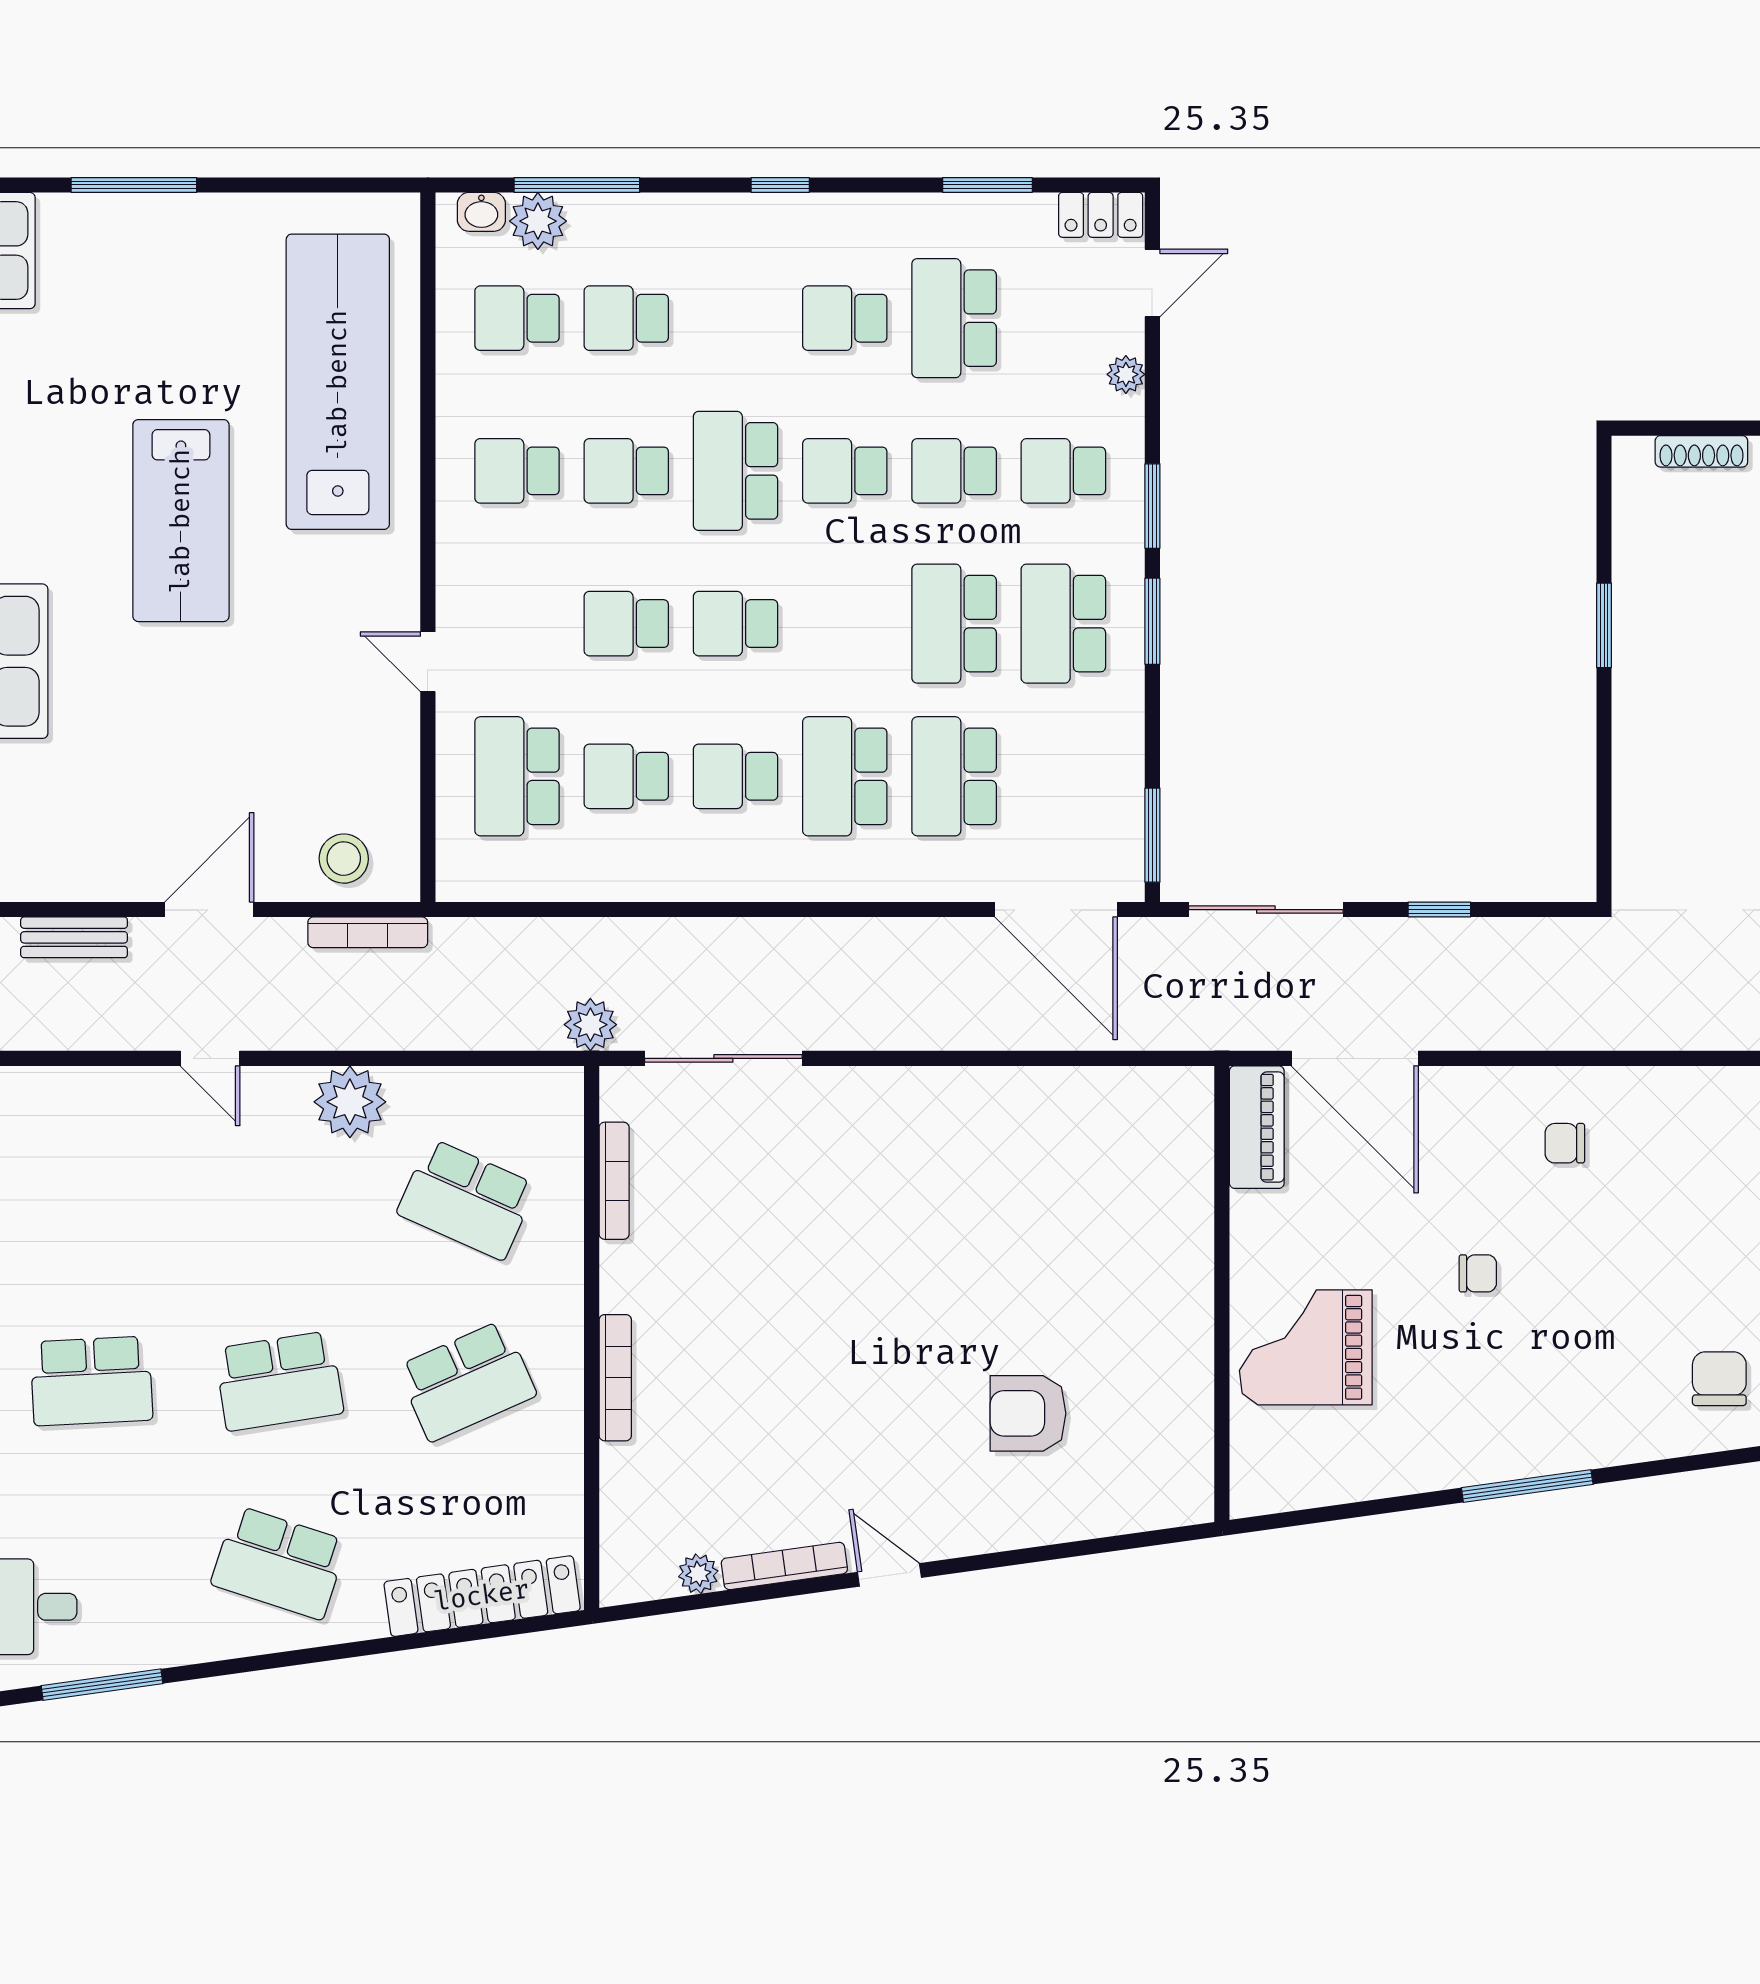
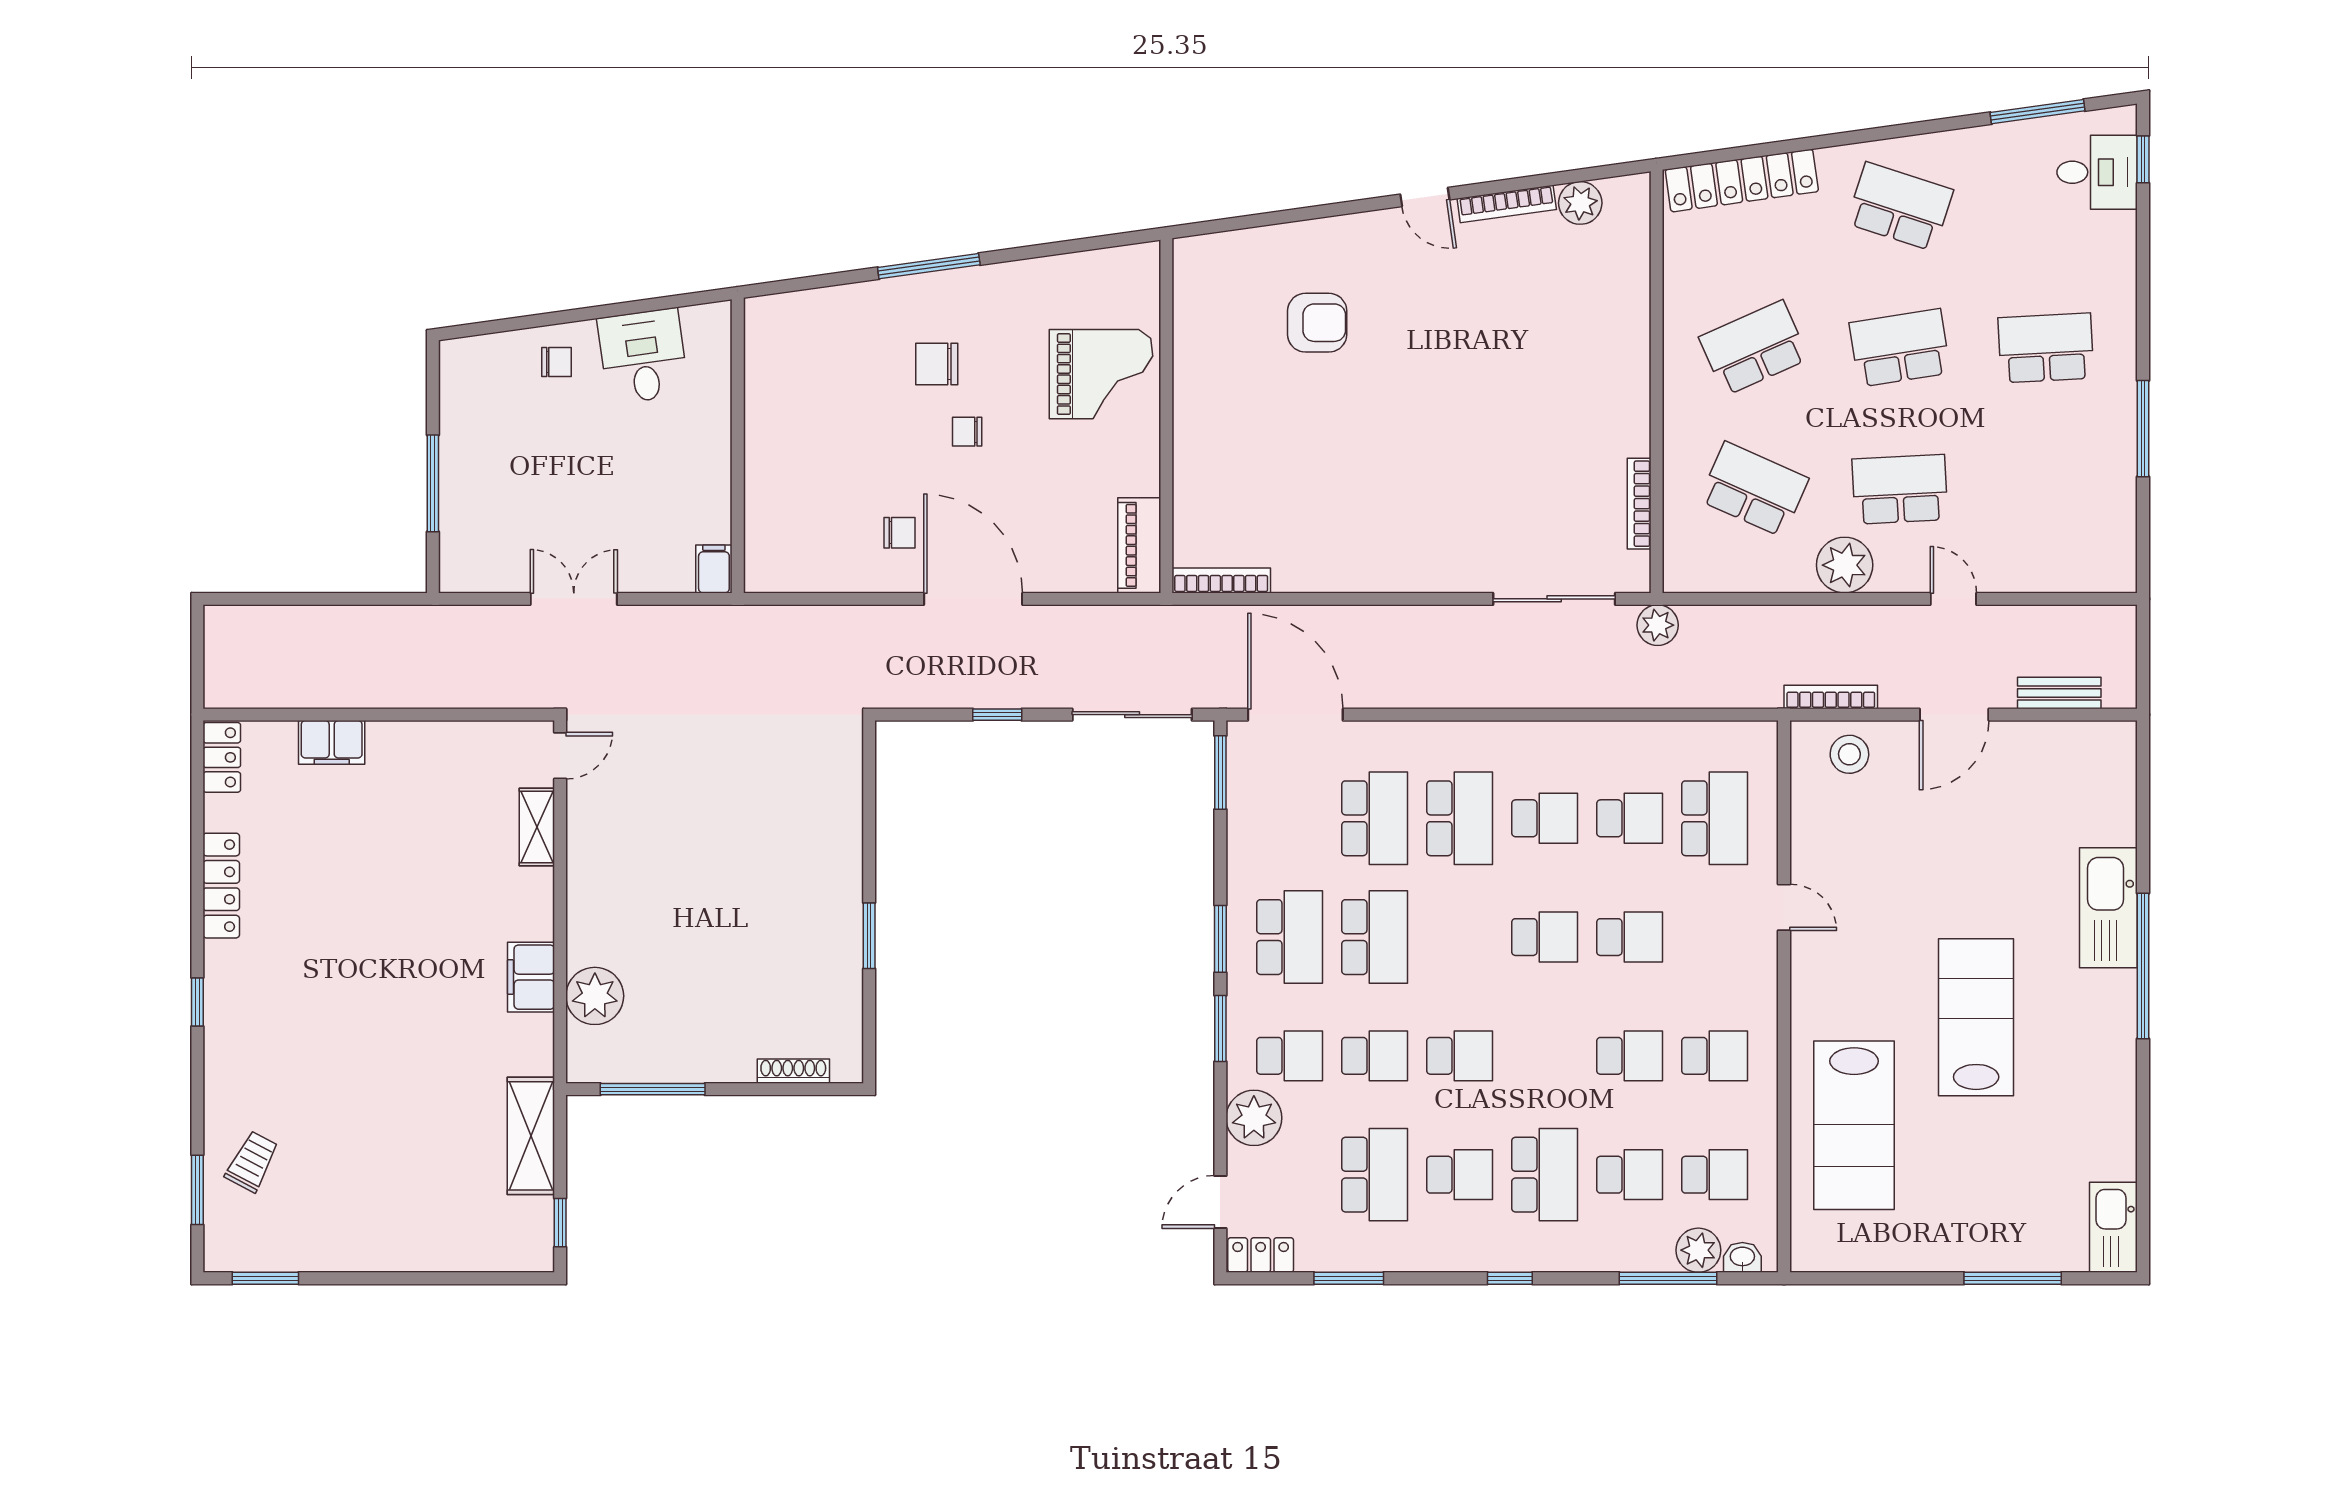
plant: (1126, 374) -> (1254, 1118), width x1.88, depth x1.88
lab bench: (338, 382) -> (1854, 1125), width x0.73
school desk: (736, 471) -> (1545, 1175), moved
door: (1355, 1058) -> (973, 599), moved
school desk: (279, 1199) -> (1900, 489), added
bookcase: (615, 1378) -> (1221, 580), moved, turned 90
chair: (1719, 1379) -> (937, 364), moved, turned 90
plant: (698, 1574) -> (1580, 203), width x1.38, depth x1.38

